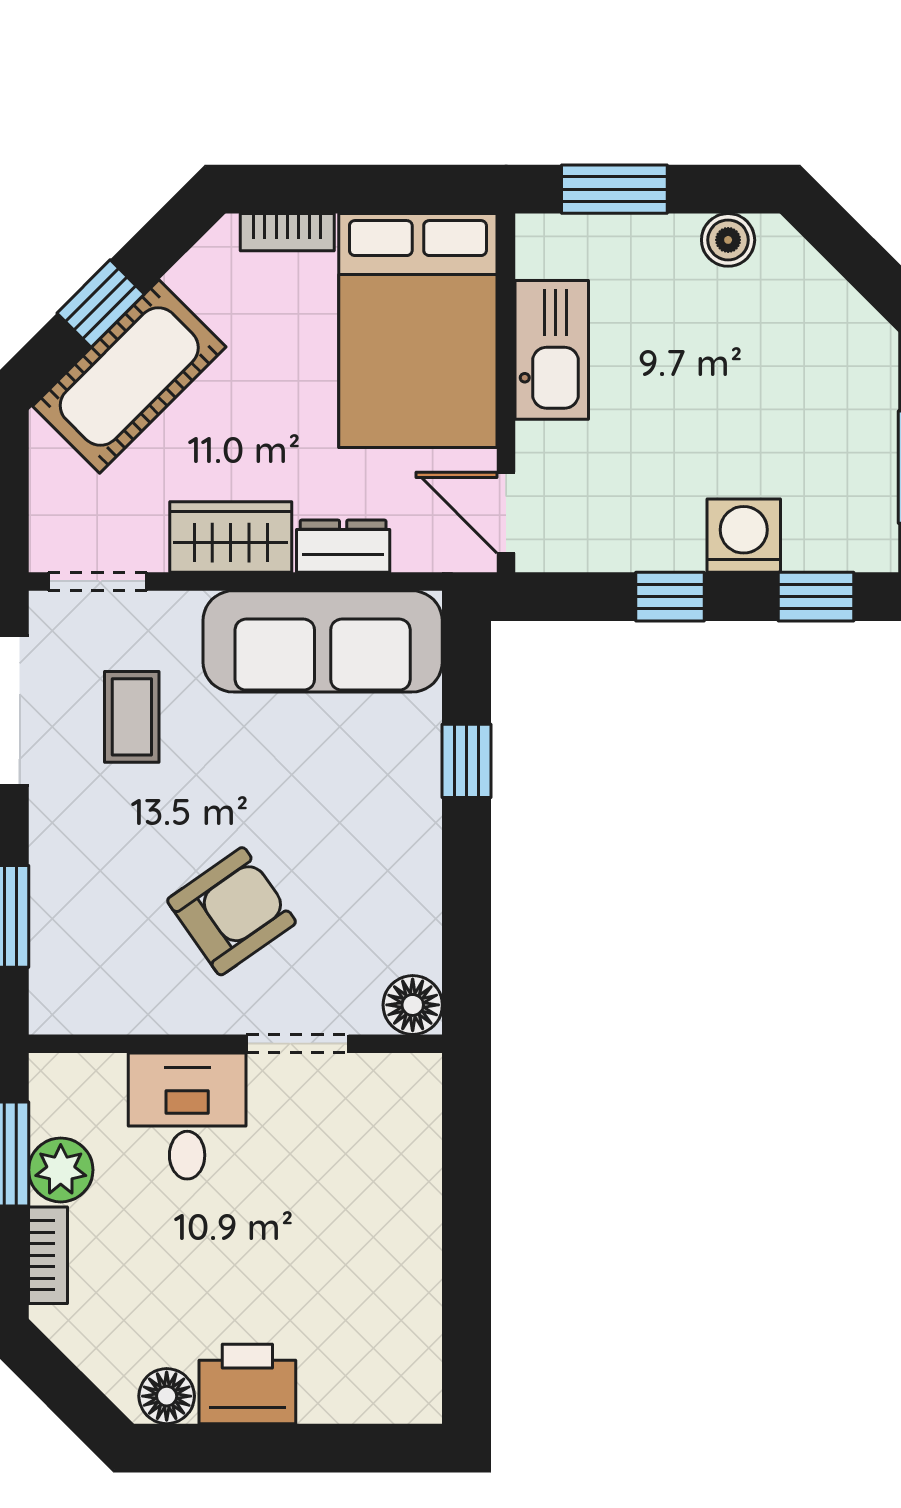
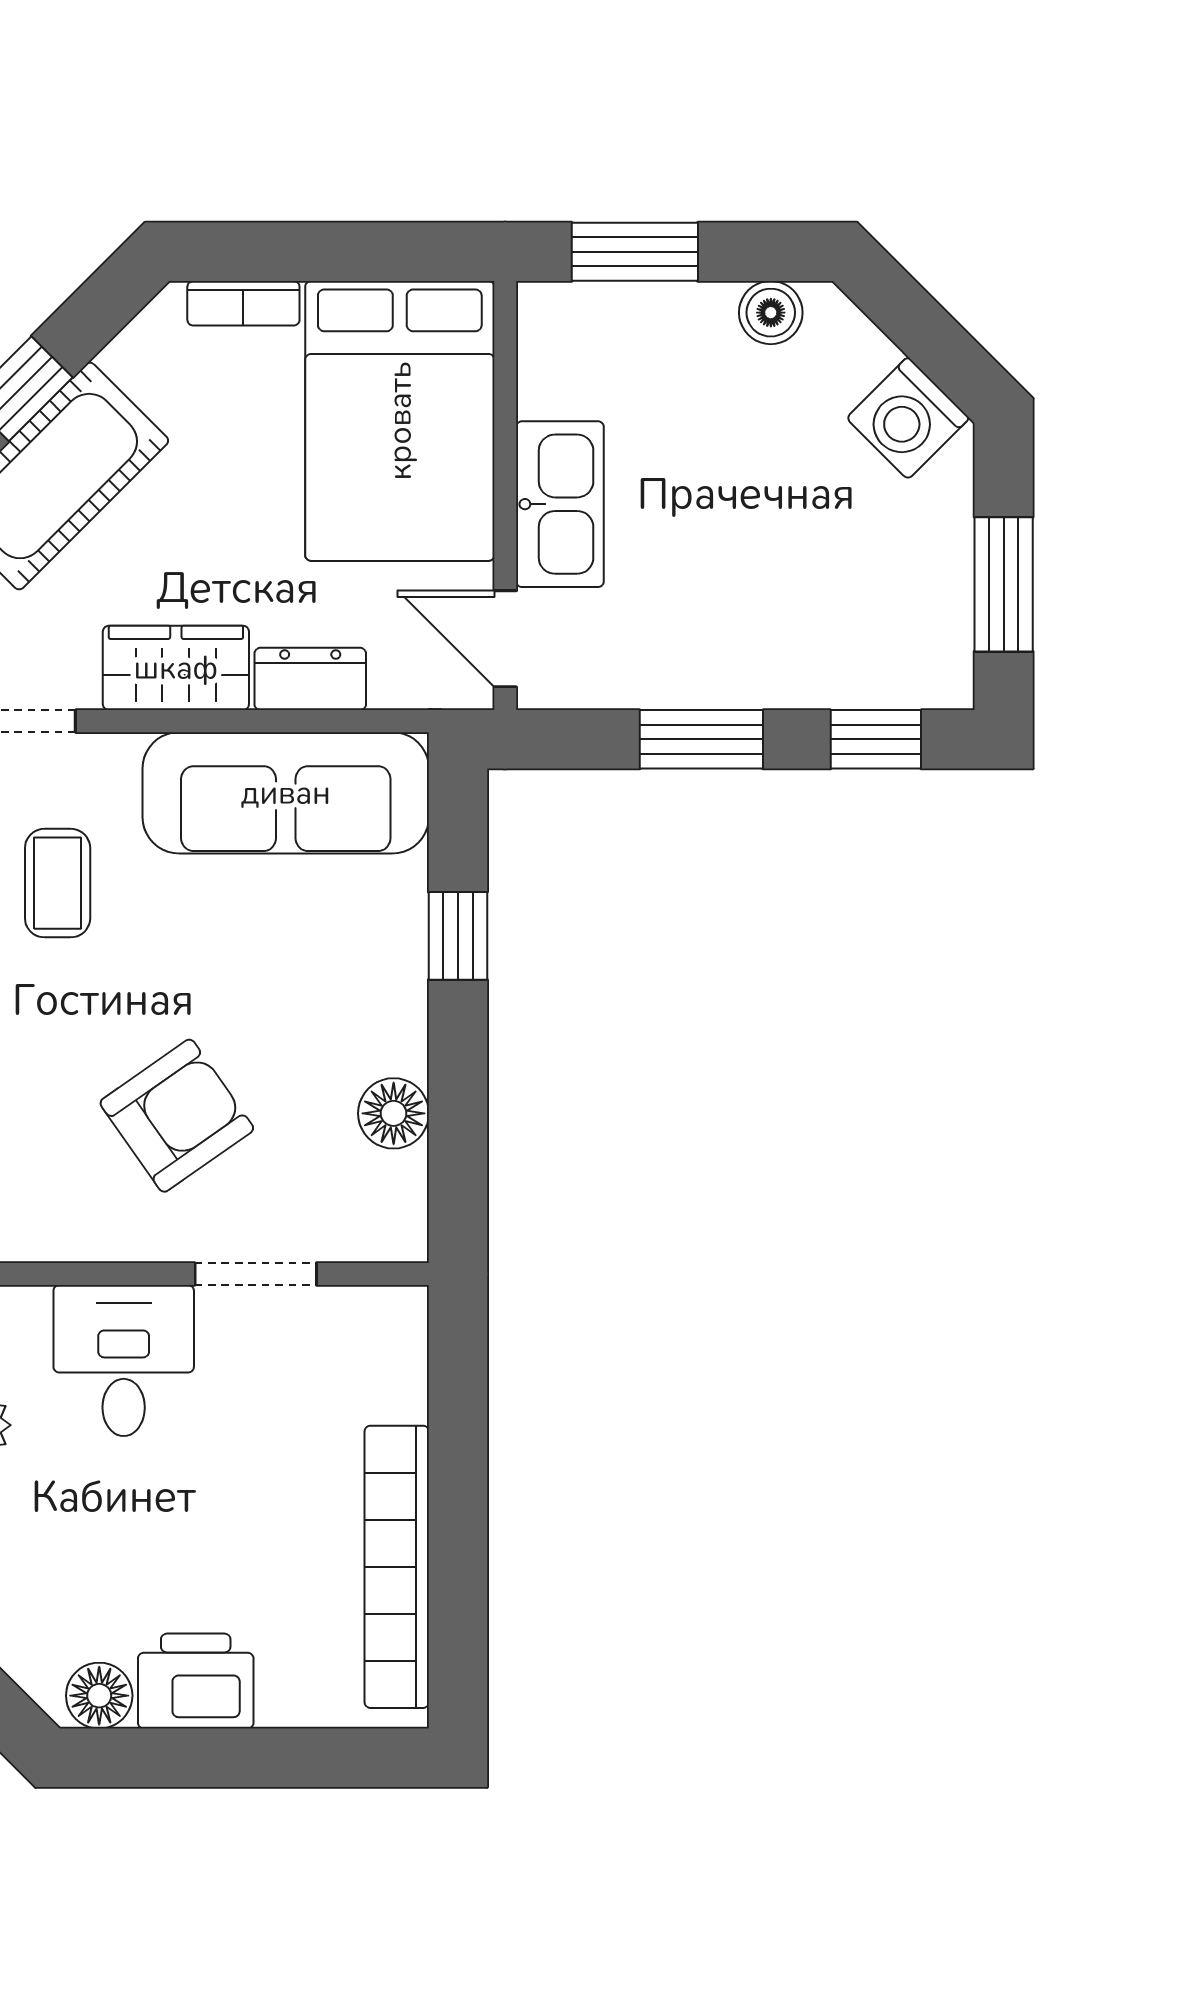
kitchen sink: (552, 350) -> (560, 504), moved
washing machine: (744, 536) -> (908, 418), moved, turned -135
window: (670, 597) -> (701, 739), width x1.50
floor lamp: (413, 1005) -> (394, 1113), moved
bookcase: (415, 1288) -> (397, 1567), added

